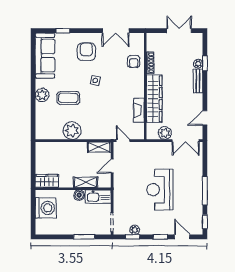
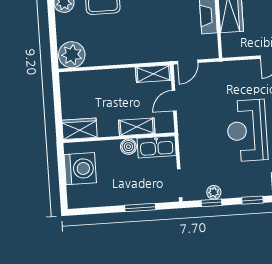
plant: (72, 131) -> (72, 55), moved
plant: (165, 133) -> (249, 47), removed
door: (123, 141) -> (188, 62), swing flipped

